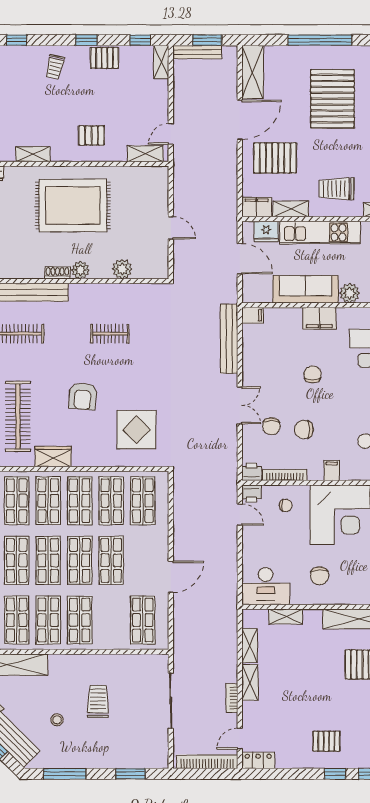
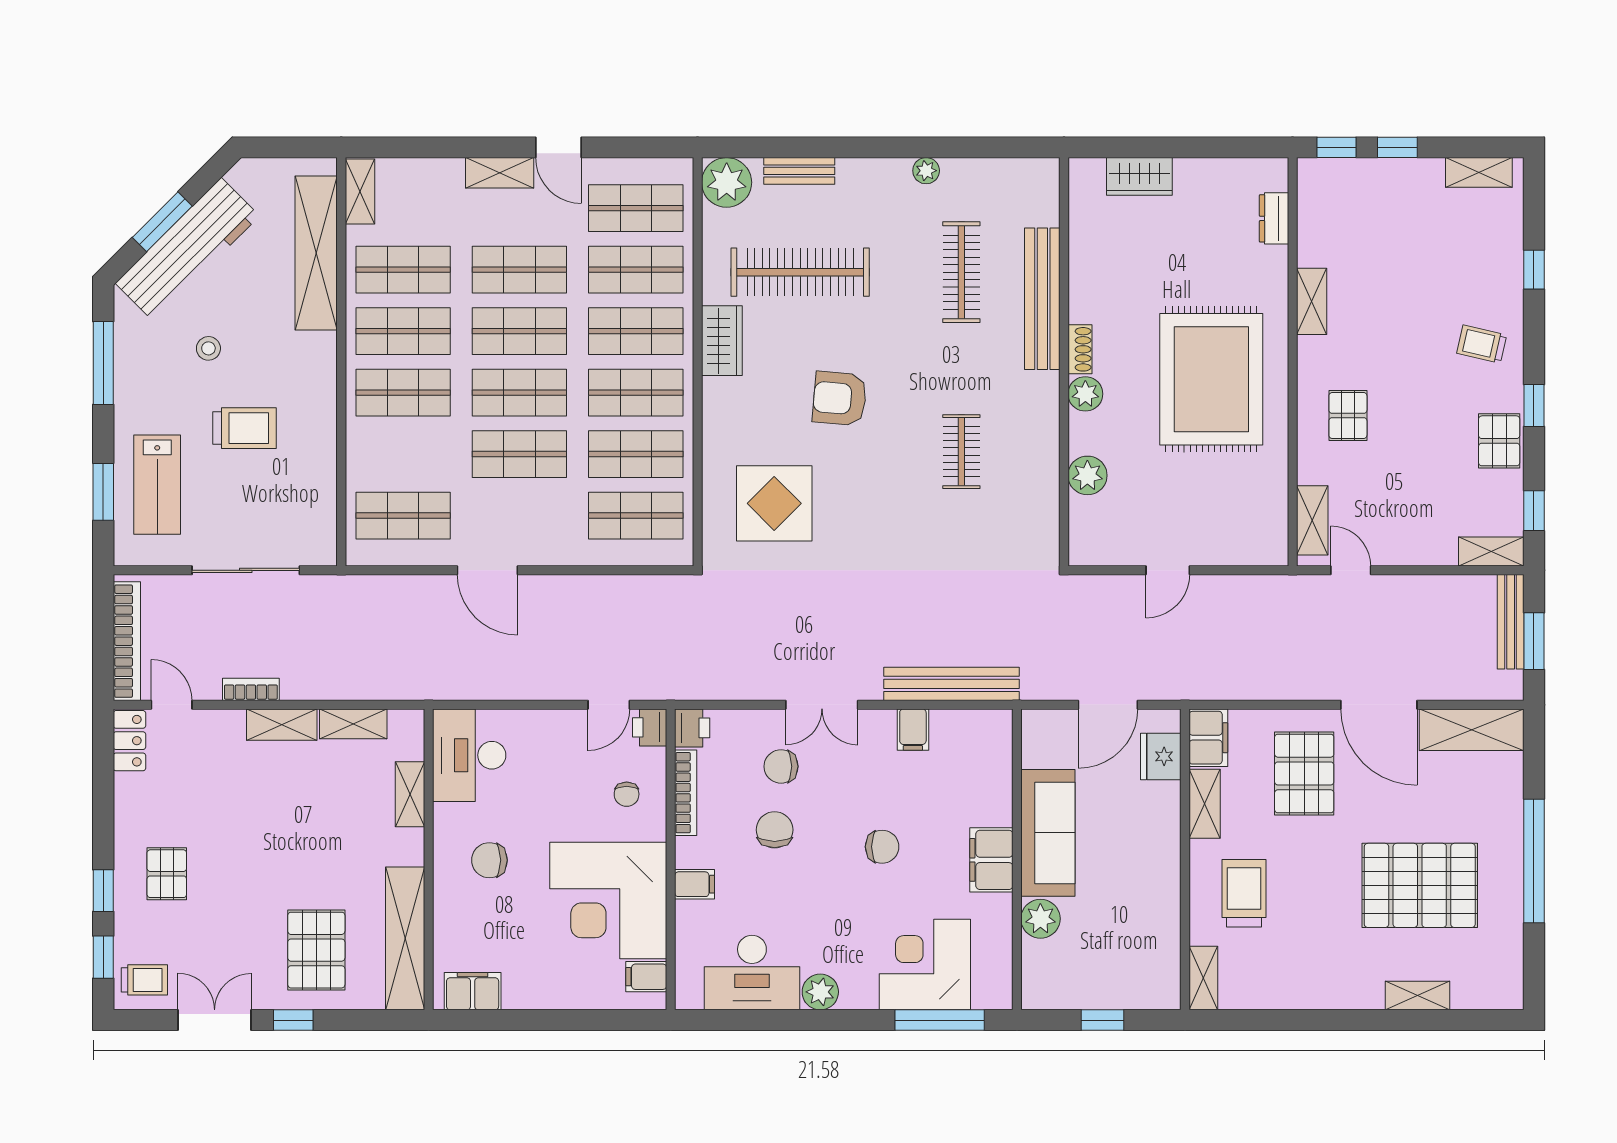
kitchen unit: (320, 232) -> (1159, 861), removed
filing cabinet: (253, 315) -> (913, 730), moved
lab bench: (127, 746) -> (157, 485), added

